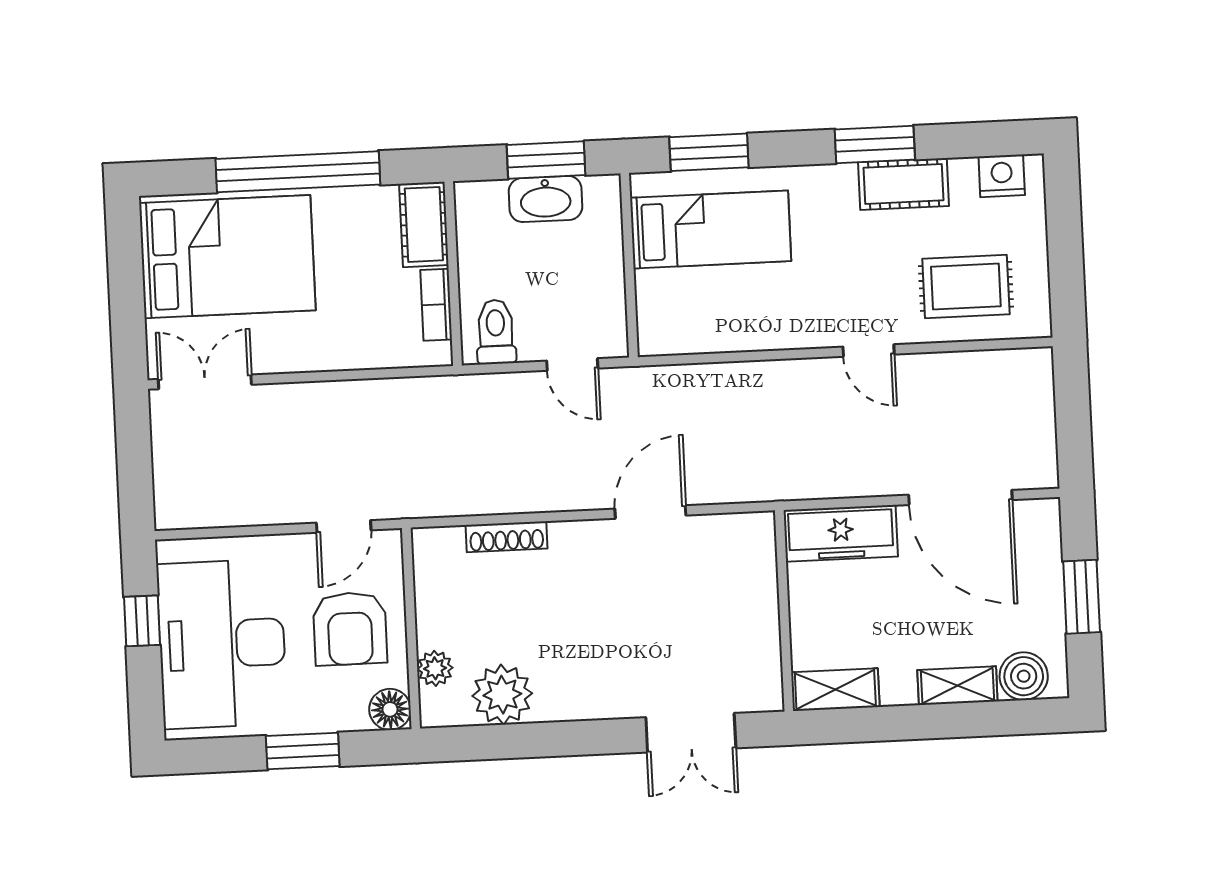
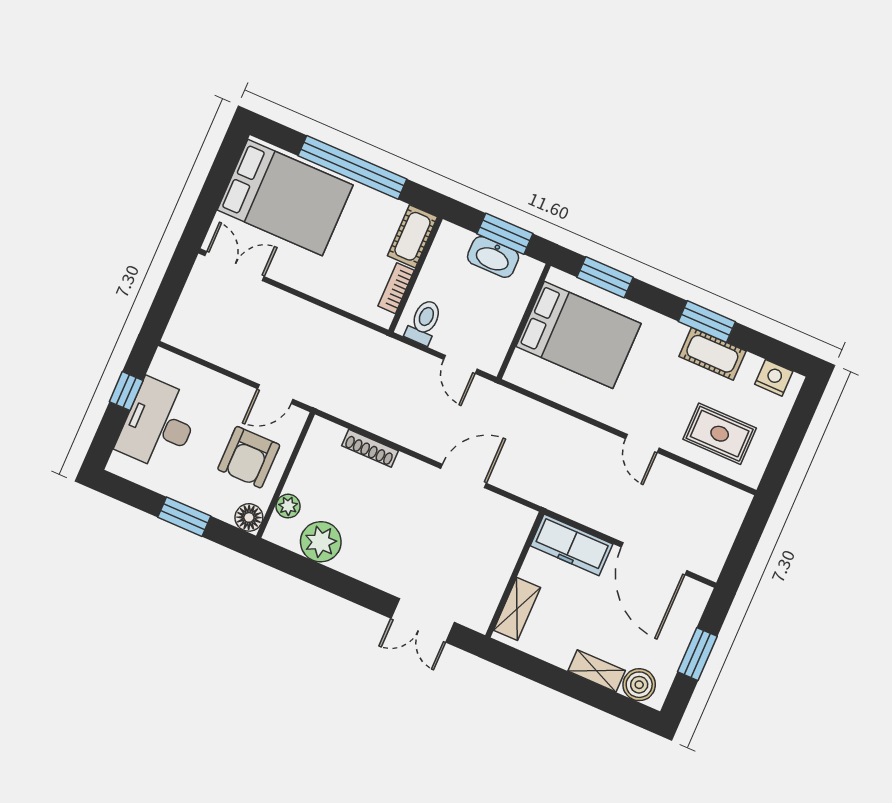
bed: (711, 229) -> (578, 335), width x1.50
desk: (222, 644) -> (159, 425), width x0.73, depth x0.77
shelving: (835, 690) -> (517, 609), moved, turned 90

